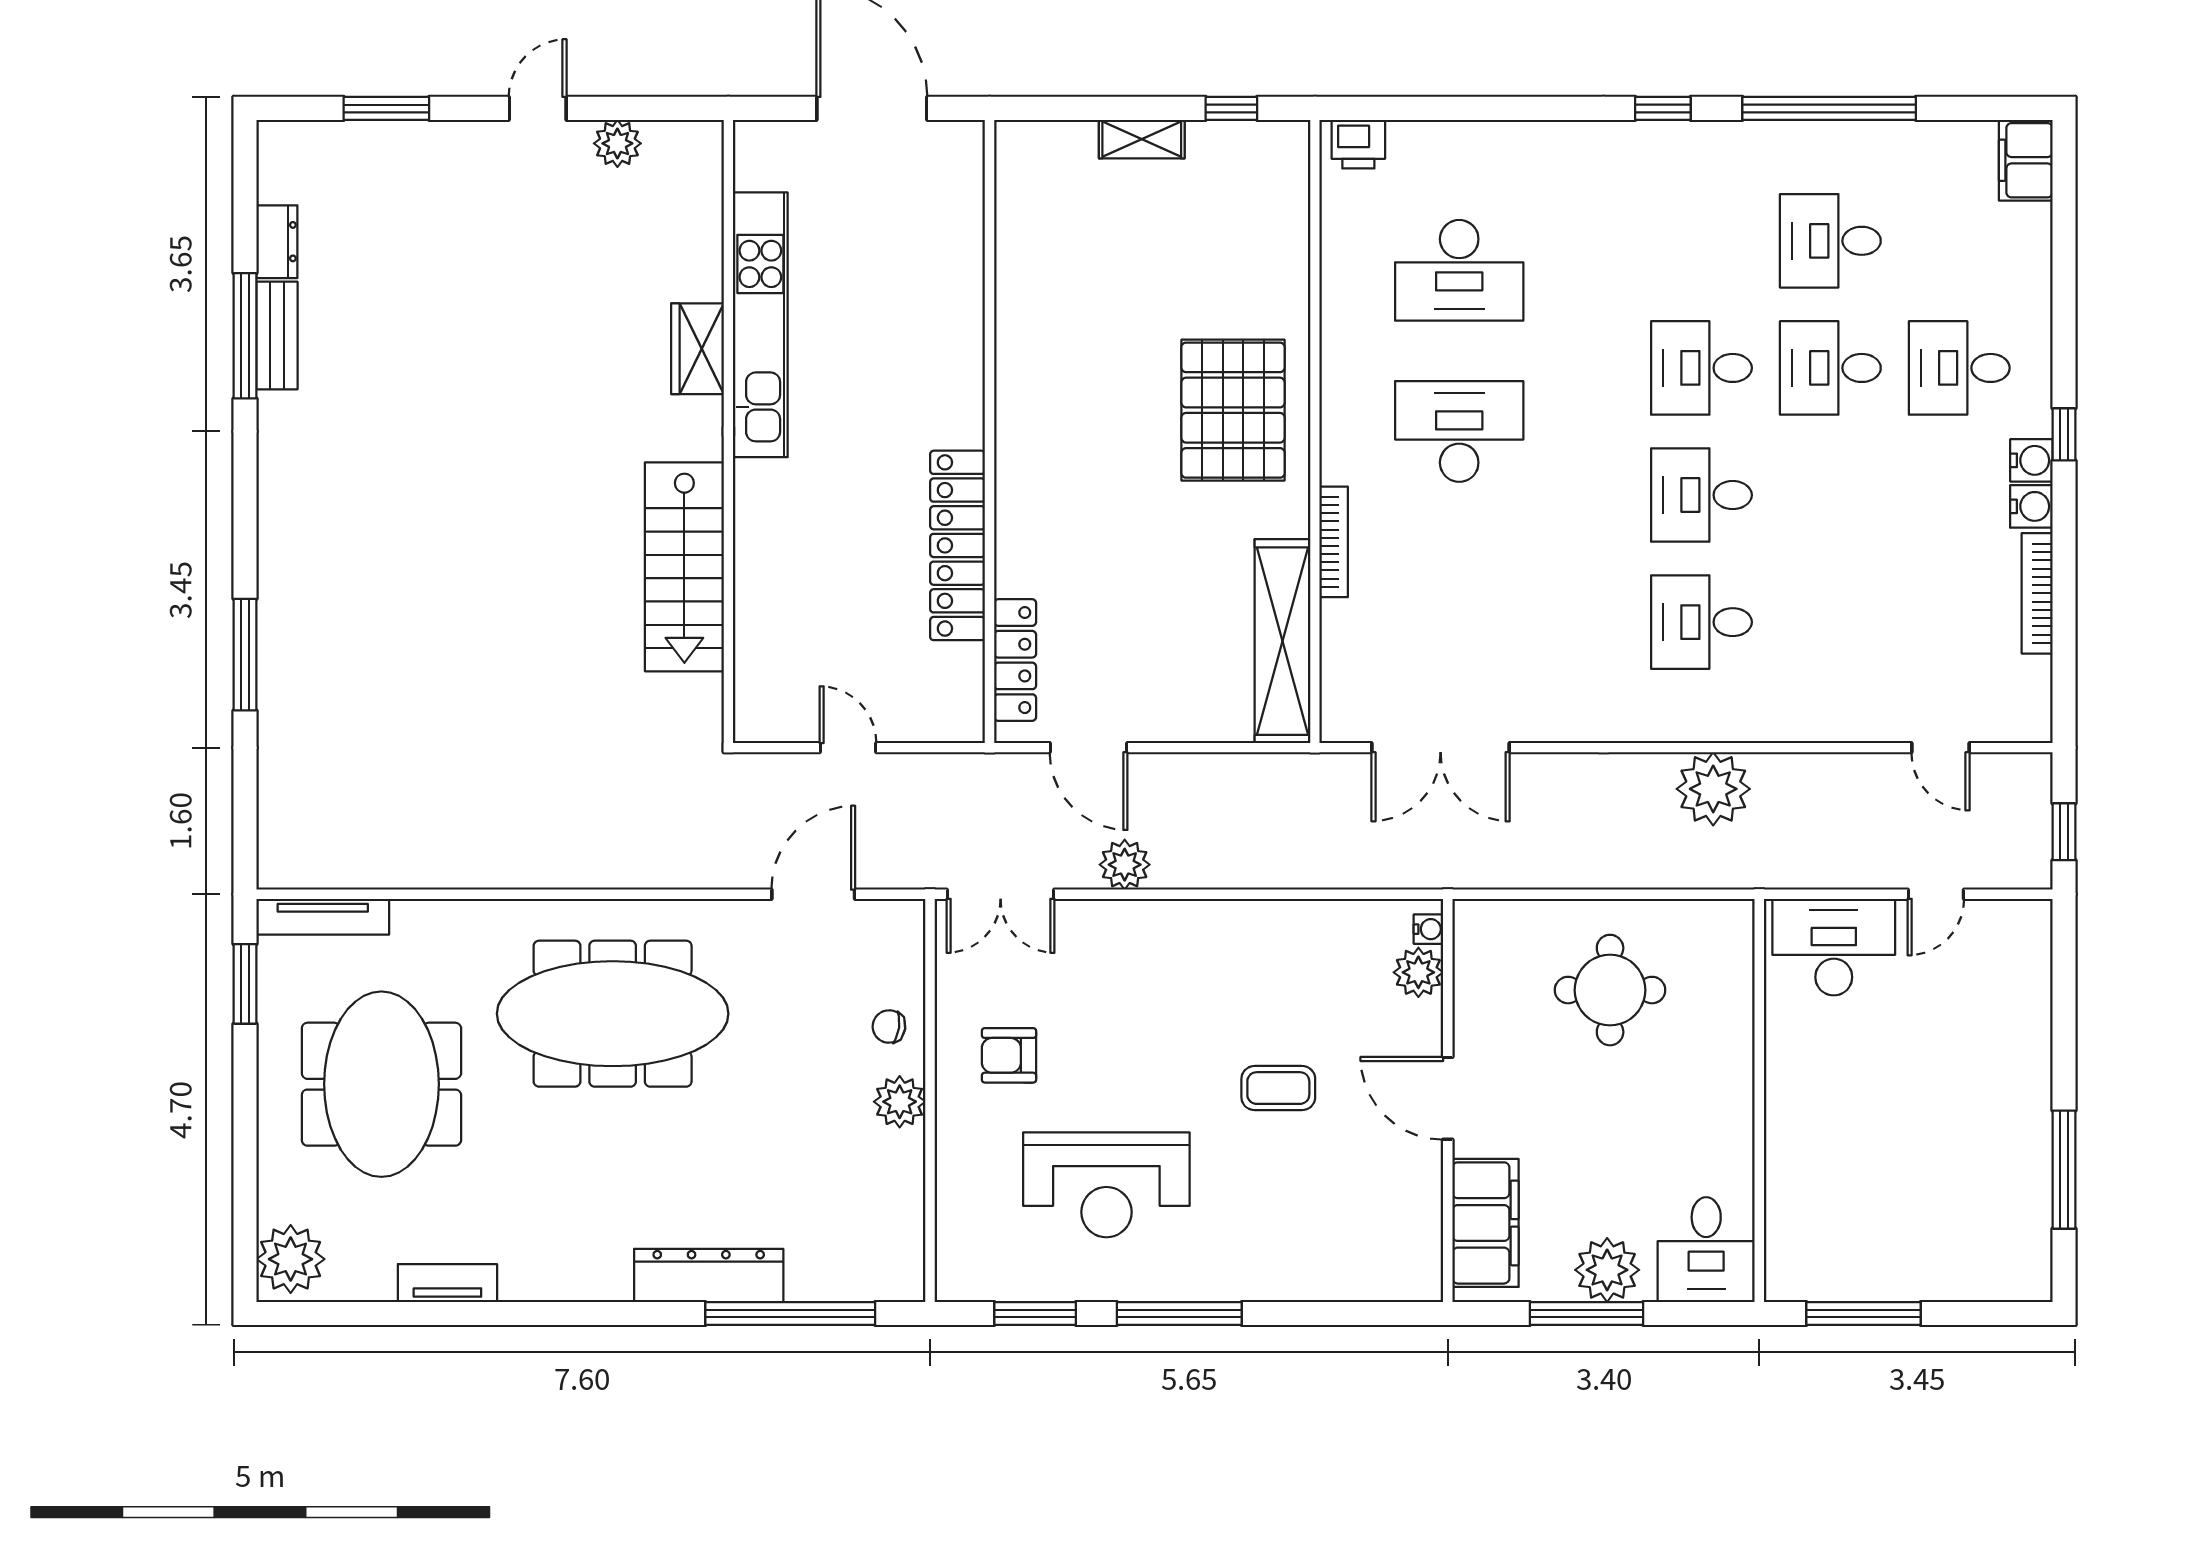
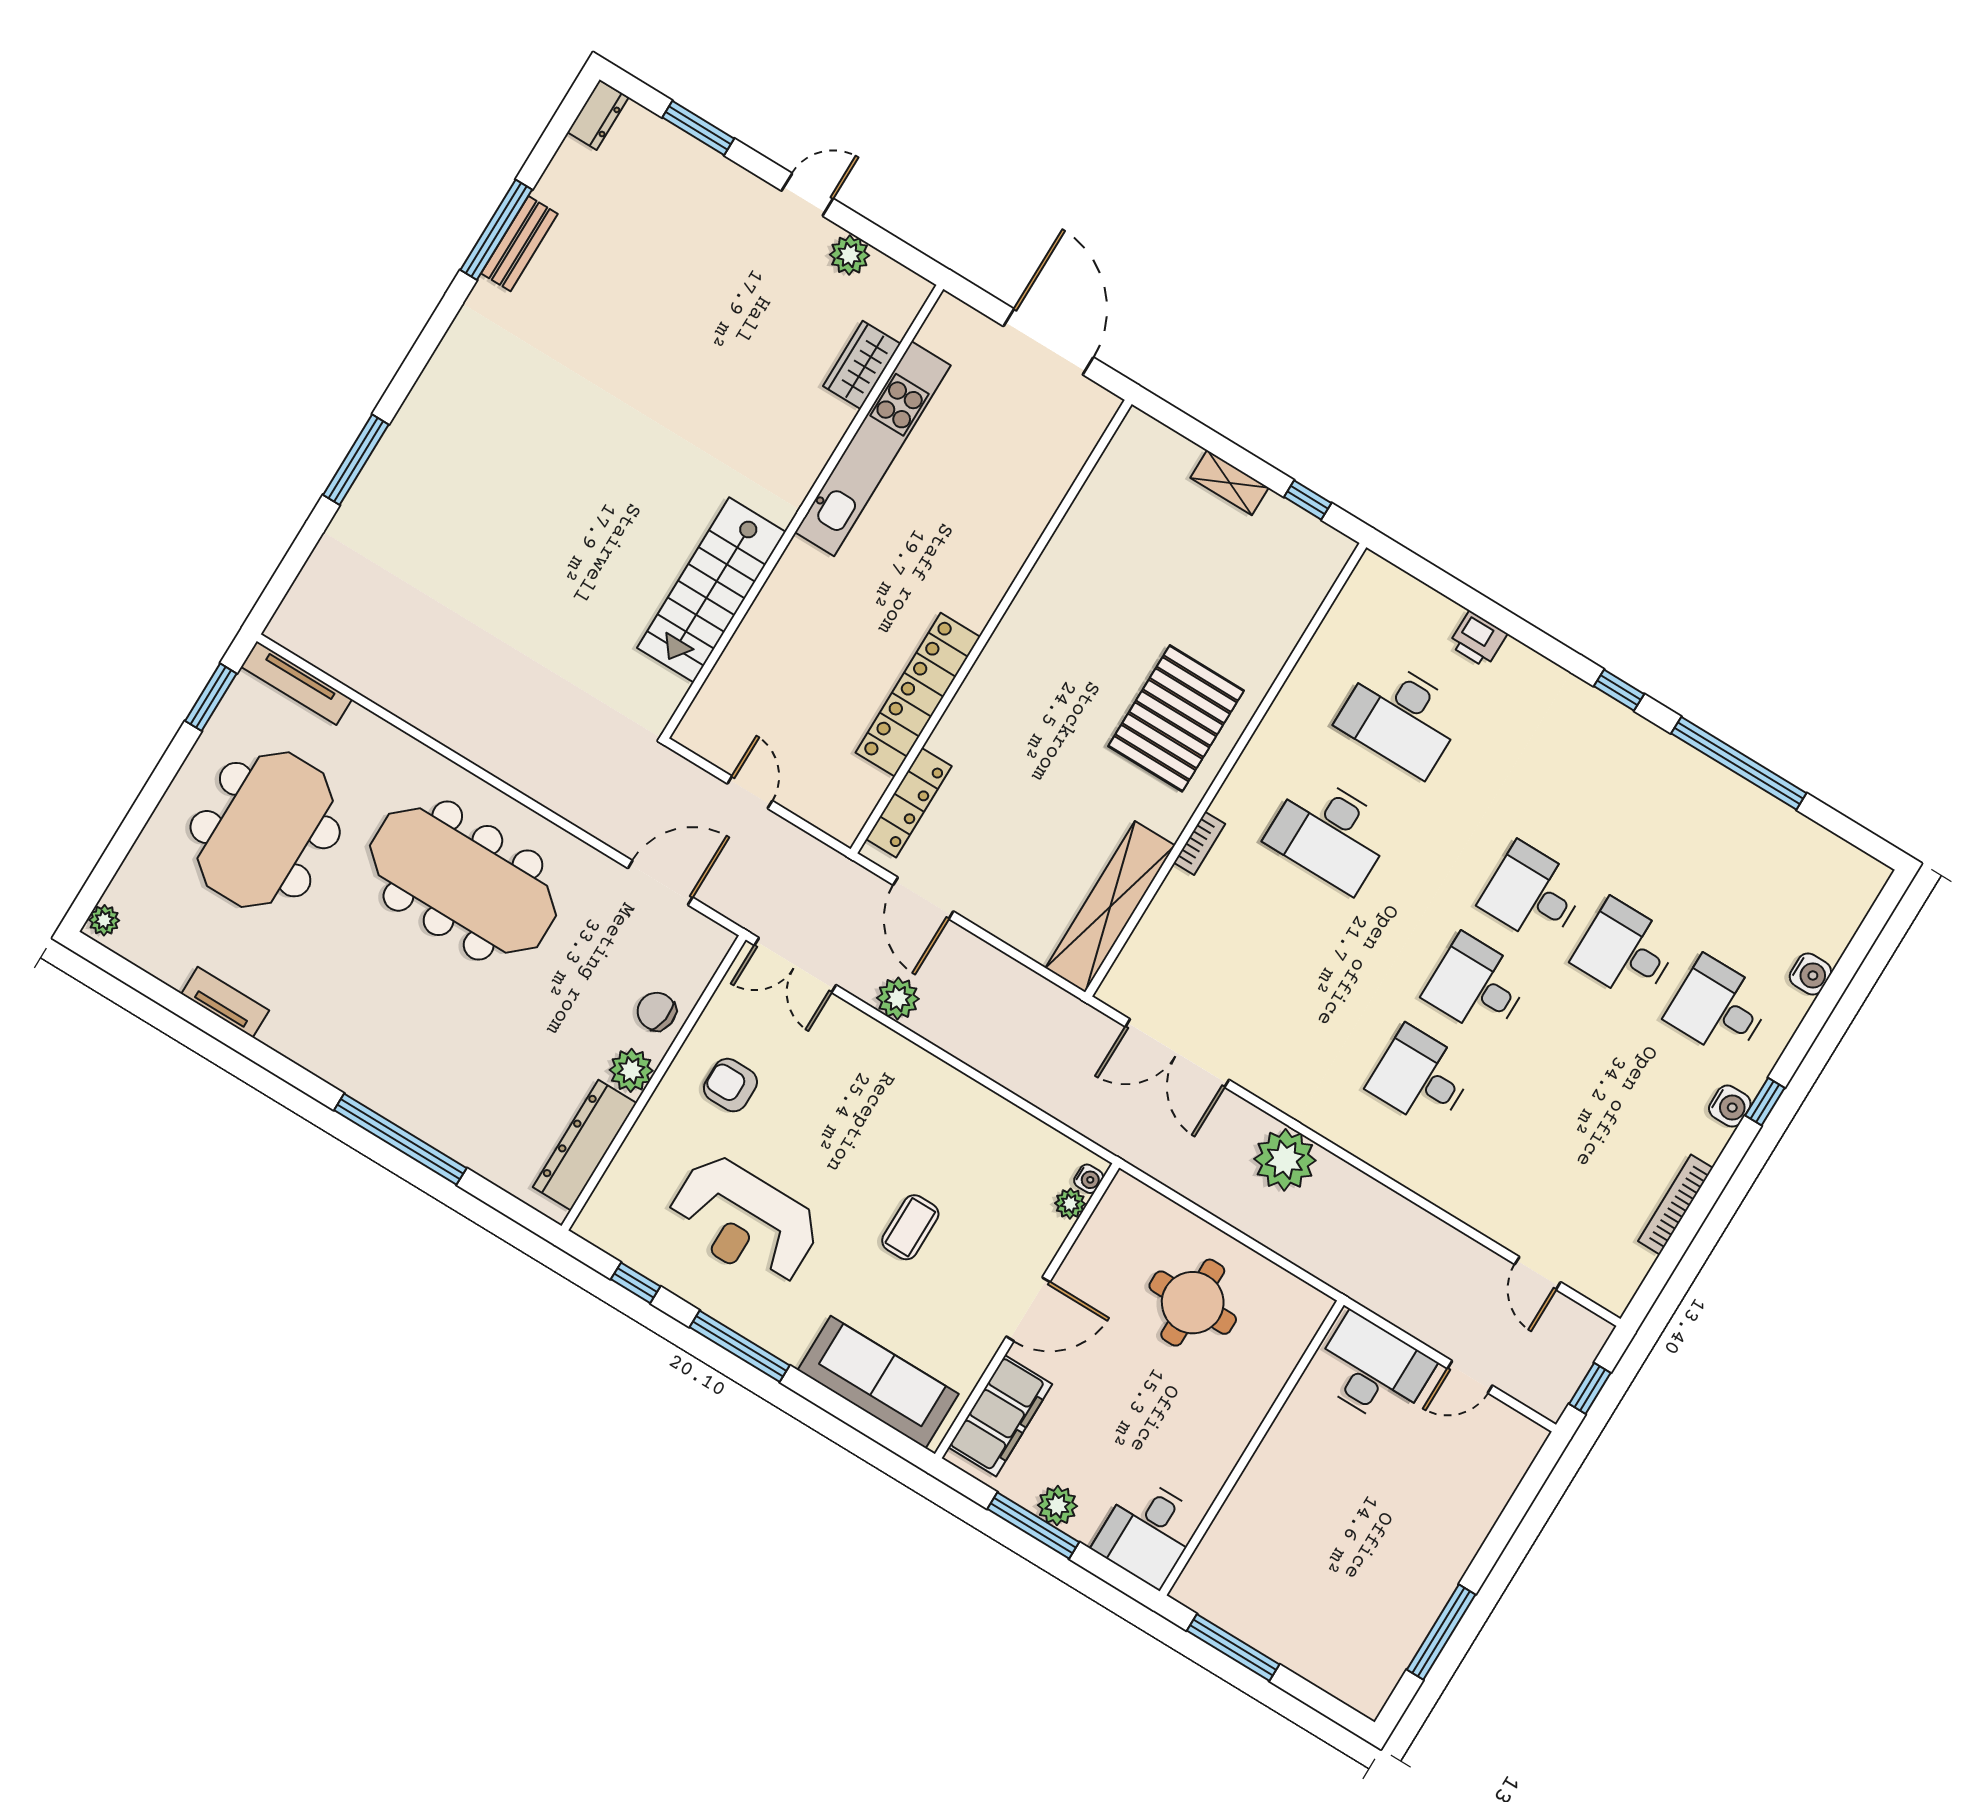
printer: (1358, 144) -> (1478, 639), moved
filing cabinet: (2026, 160) -> (1858, 887), removed
desk: (1830, 241) -> (1681, 859), removed
dresser: (277, 242) -> (598, 115), moved
wardrobe: (698, 349) -> (862, 365), moved
desk: (1459, 431) -> (1330, 833), turned 180
water cooler: (2031, 506) -> (1810, 974), moved
bookcase: (1334, 542) -> (1199, 843), width x0.64
plant: (1713, 789) -> (1285, 1160), moved
plant: (1418, 972) -> (1070, 1204), width x0.73, depth x0.73
chair: (889, 1026) -> (657, 1011), width x1.37, depth x1.37
coffee table: (1278, 1088) -> (910, 1227), turned 90
door: (1448, 1098) -> (1028, 1309), swing flipped
plant: (291, 1259) -> (104, 920), width x0.53, depth x0.53
sofa: (1341, 1264) -> (878, 1382), added
plant: (1607, 1270) -> (1057, 1506), width x0.73, depth x0.73
dresser: (709, 1275) -> (585, 1145), moved, turned -90
window: (790, 1313) -> (400, 1139), moved
window: (1035, 1313) -> (636, 1283), width x0.67

